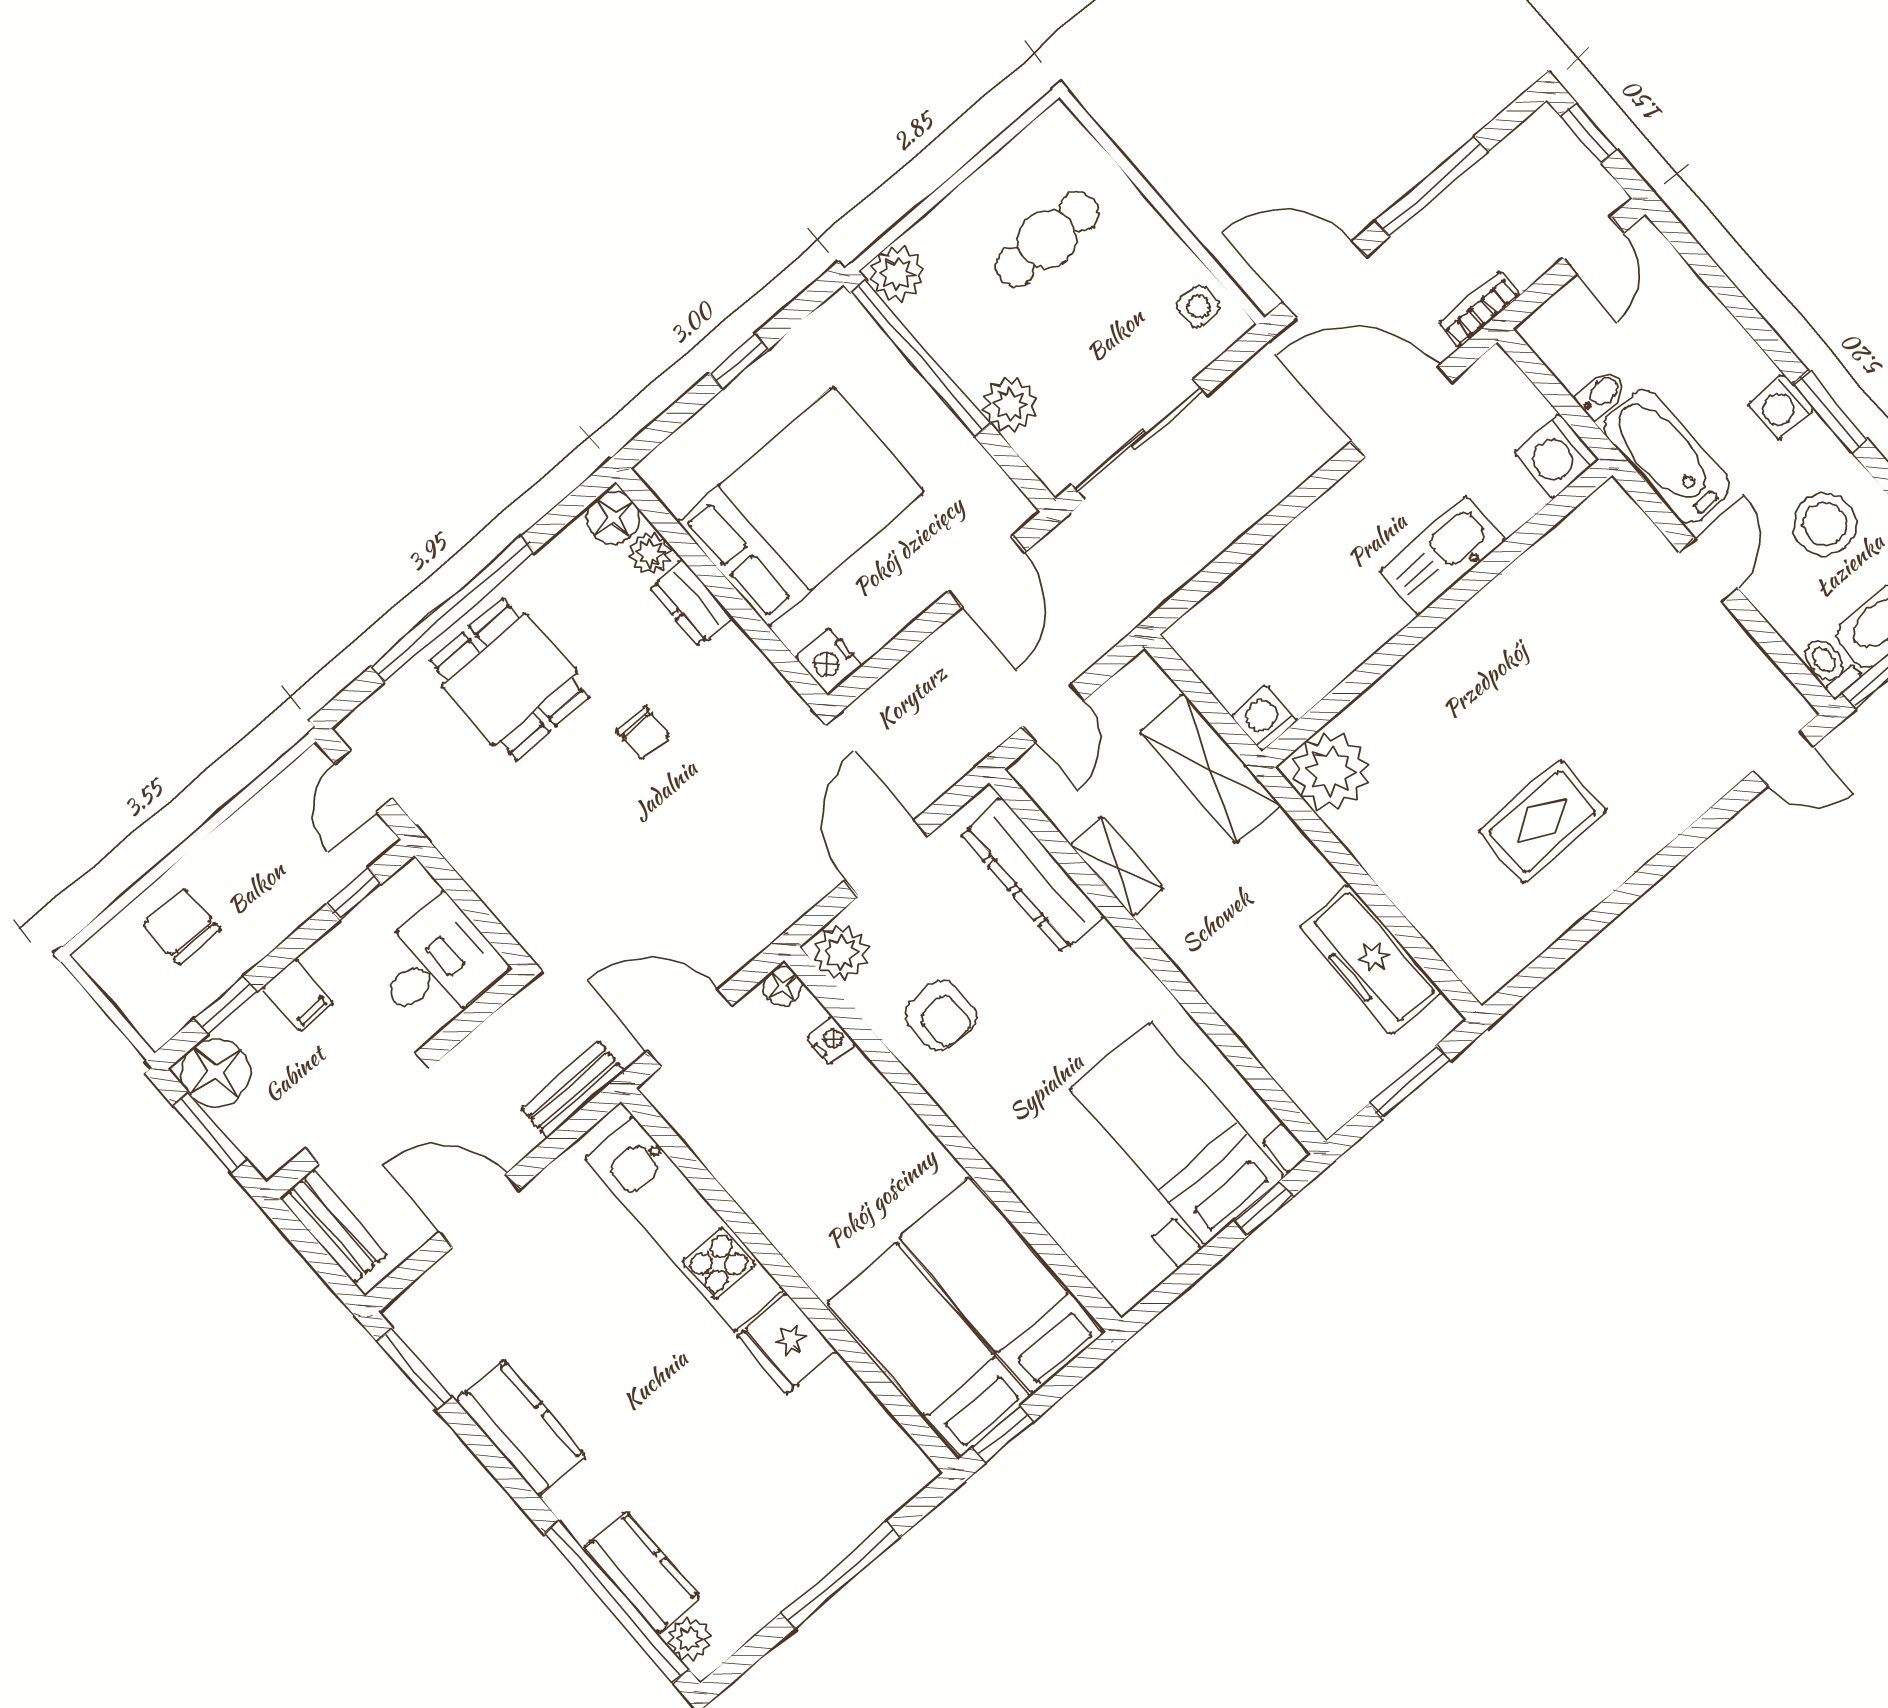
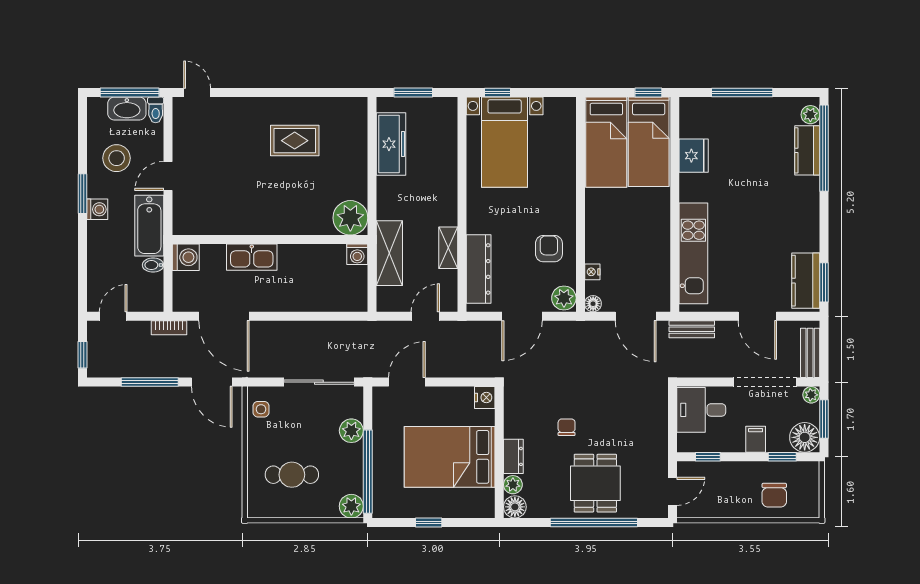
plant: (268, 1156) -> (811, 395), added
fridge: (787, 1343) -> (694, 156), moved
kitchen counter: (521, 1428) -> (806, 281), moved

